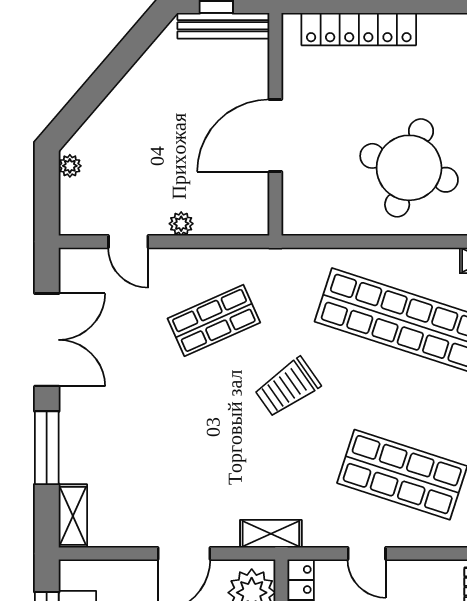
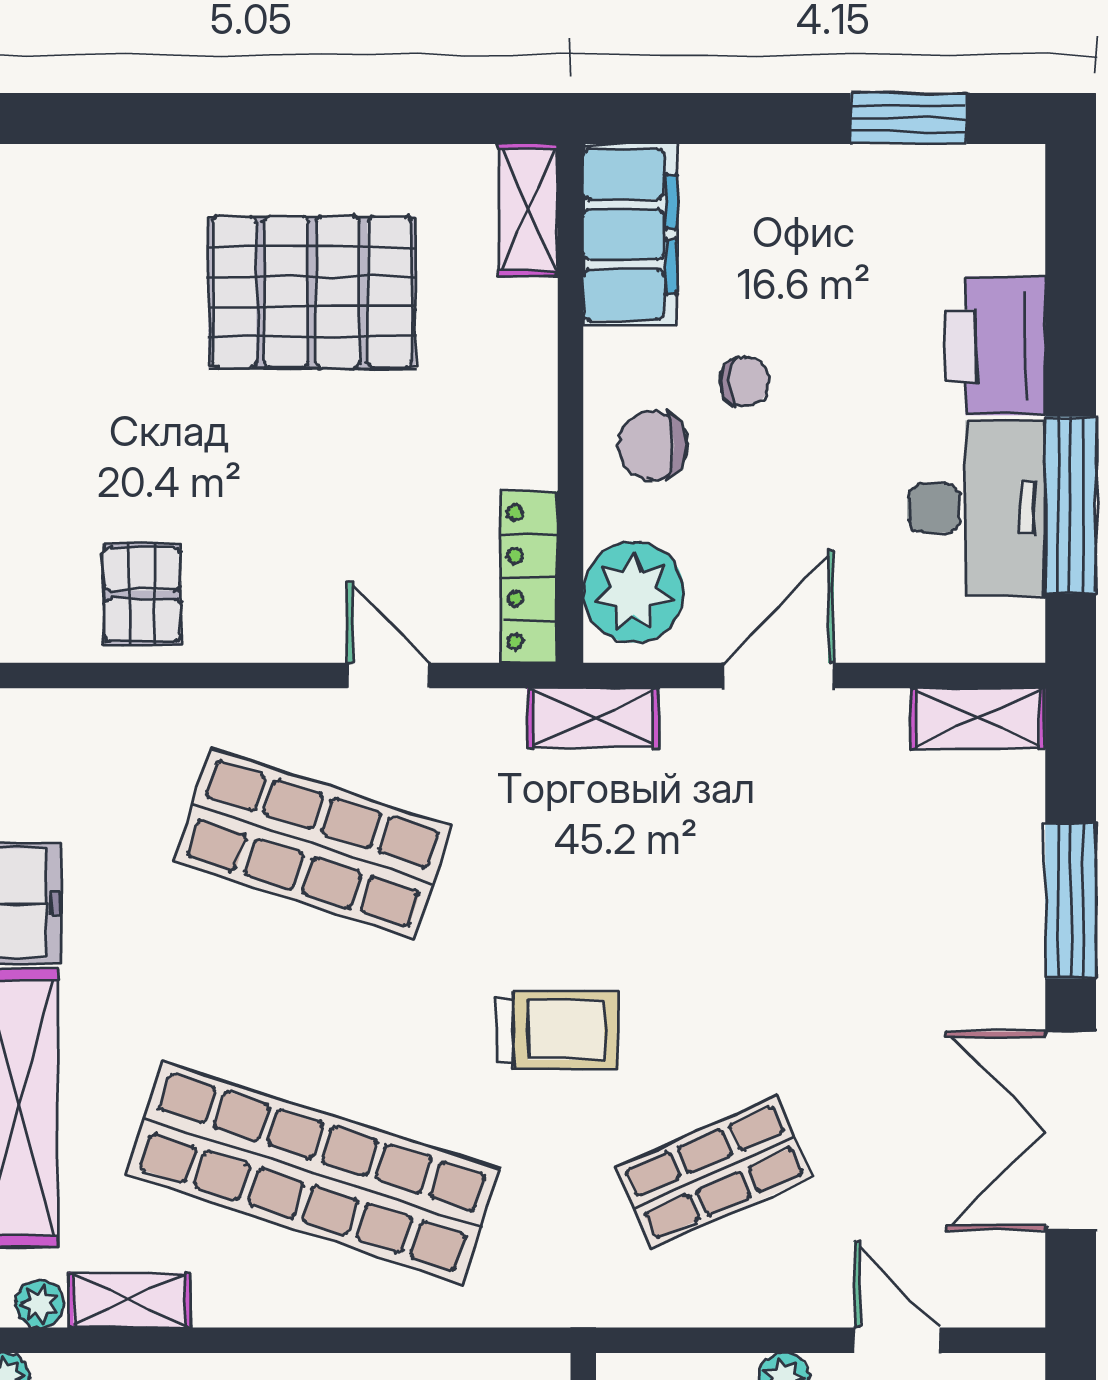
trolley: (287, 387) -> (557, 1030), turned 35
shelving: (73, 516) -> (978, 719), moved, turned 90

